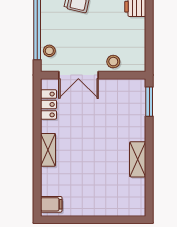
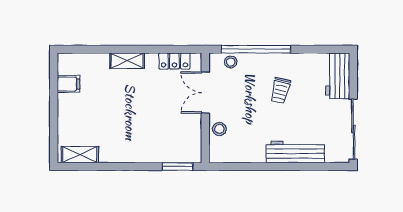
shelving: (138, 159) -> (80, 155), moved
filing cabinet: (51, 204) -> (68, 84), moved, turned -90

